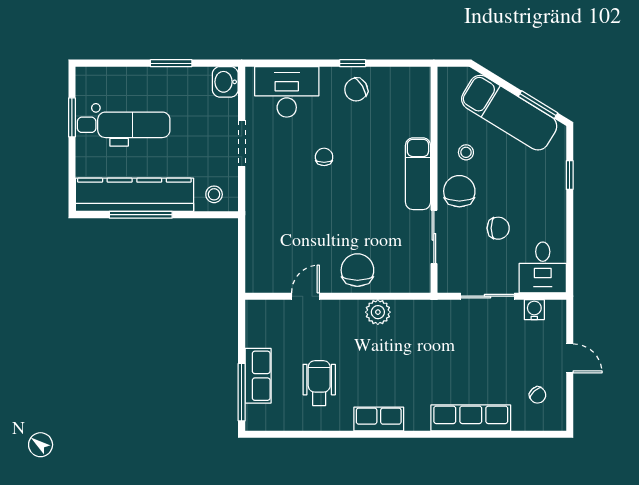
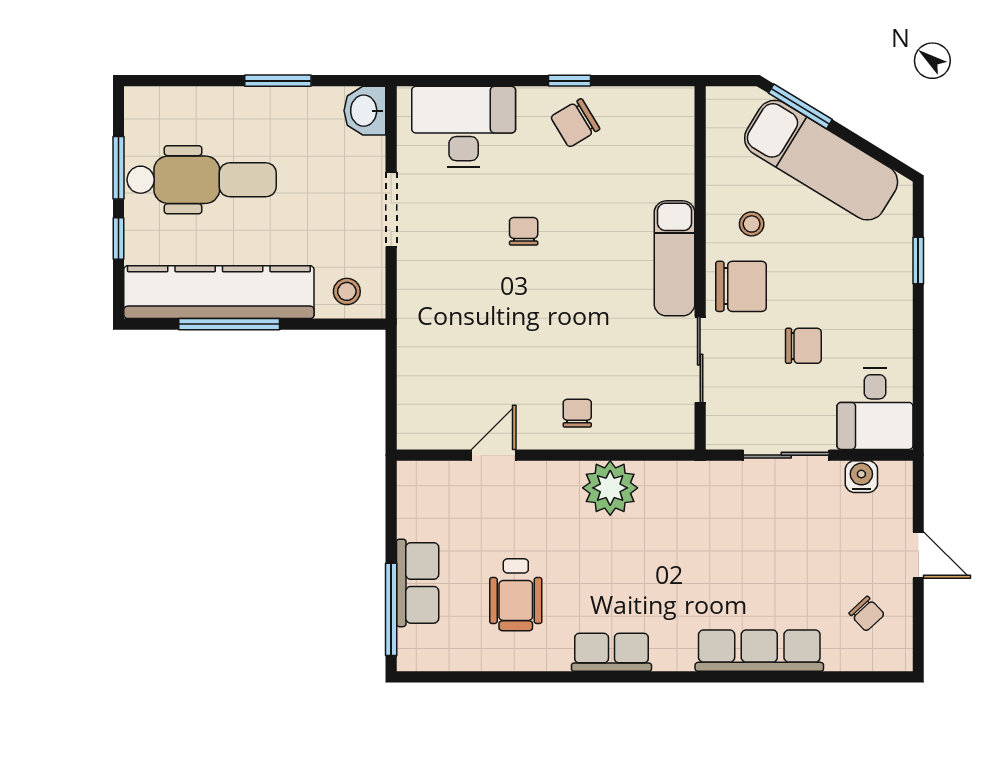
window: (538, 105) -> (800, 106), moved
window: (72, 161) -> (118, 239), added
chair: (459, 191) -> (741, 286), turned 90
chair: (357, 270) -> (577, 413), width x0.54, depth x0.54
plant: (378, 312) -> (610, 488), width x1.36, depth x1.36
wheelchair: (319, 383) -> (516, 595), turned 180

